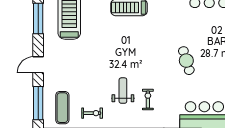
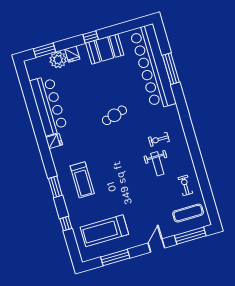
door: (38, 65) -> (156, 245), swing flipped
weight bench: (123, 91) -> (157, 164), turned -90

